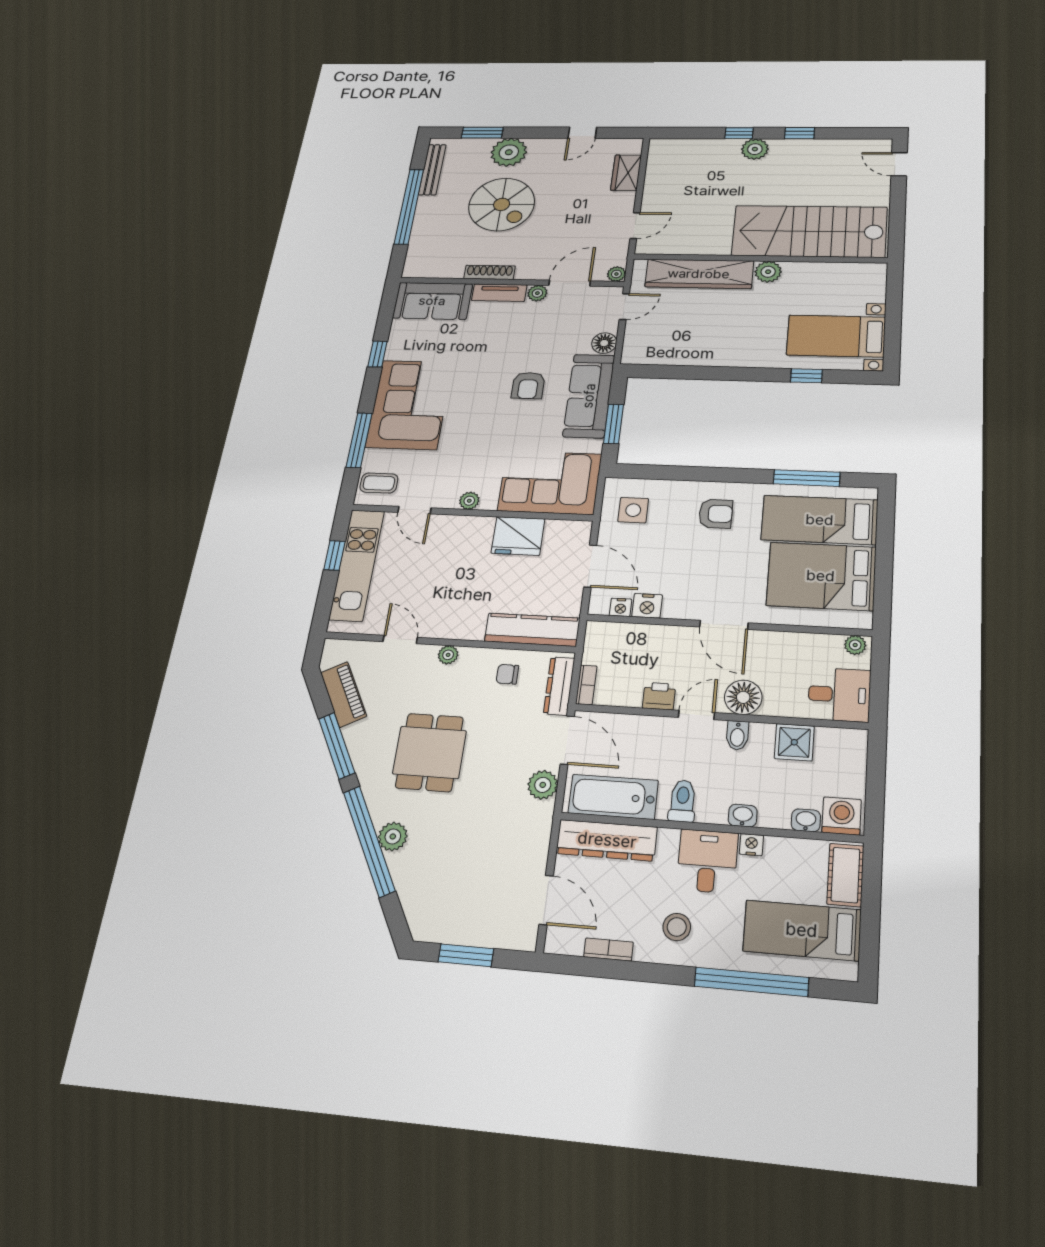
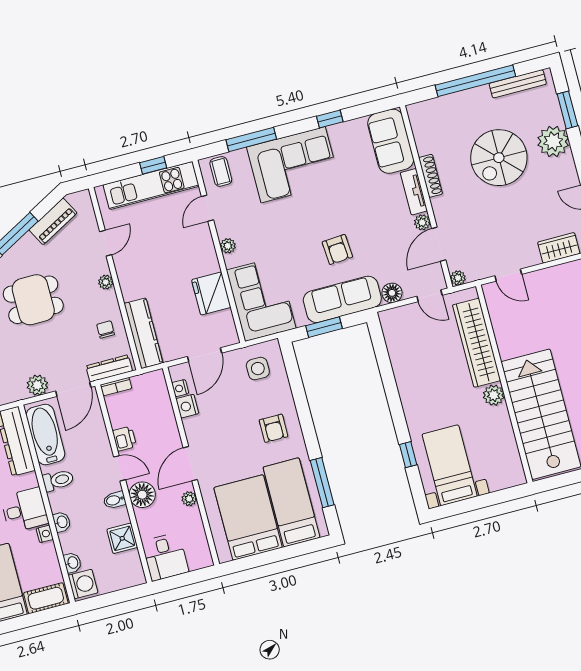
door: (570, 283) -> (439, 244), swing flipped
armchair: (528, 386) -> (337, 249), turned -94
plant: (855, 645) -> (189, 499), moved

